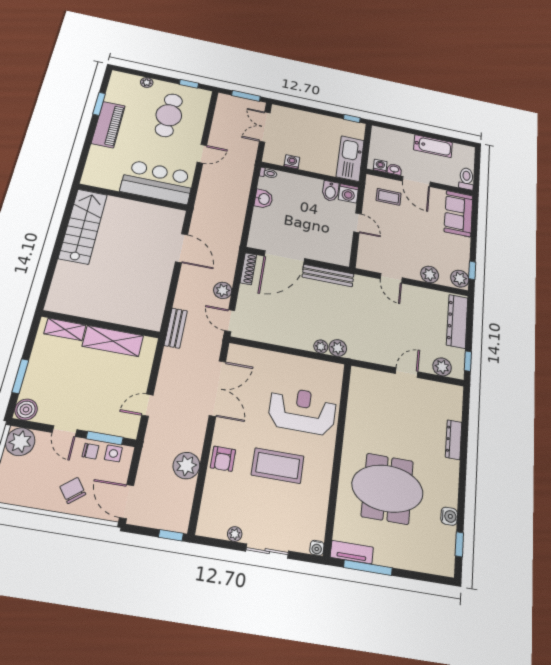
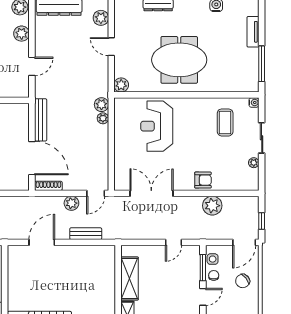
bench: (176, 328) -> (86, 234), moved
plant: (359, 376) -> (121, 85), added
door: (147, 405) -> (174, 242), hinge flipped
coffee table: (278, 466) -> (225, 122), moved, width x0.73, depth x0.76
meeting table: (387, 489) -> (179, 60), moved, turned 90
window: (171, 535) -> (262, 221), moved
tv unit: (352, 552) -> (253, 32), moved

